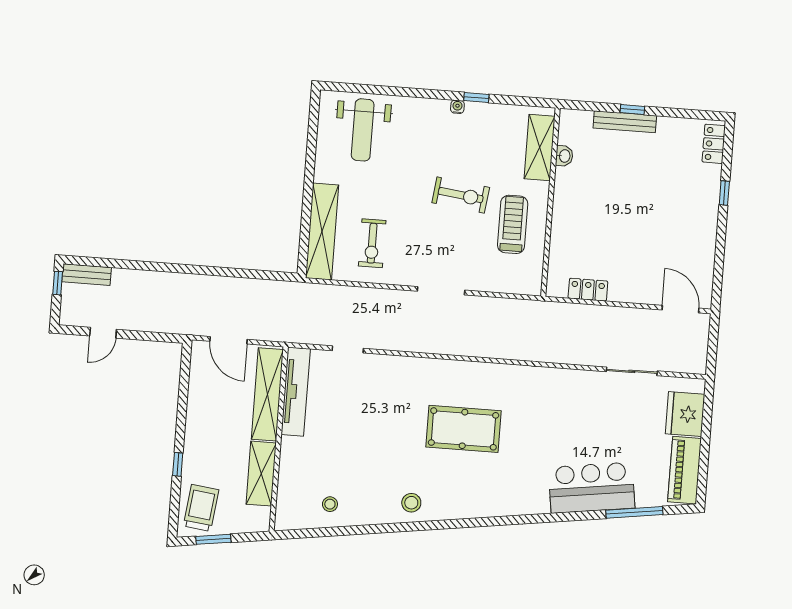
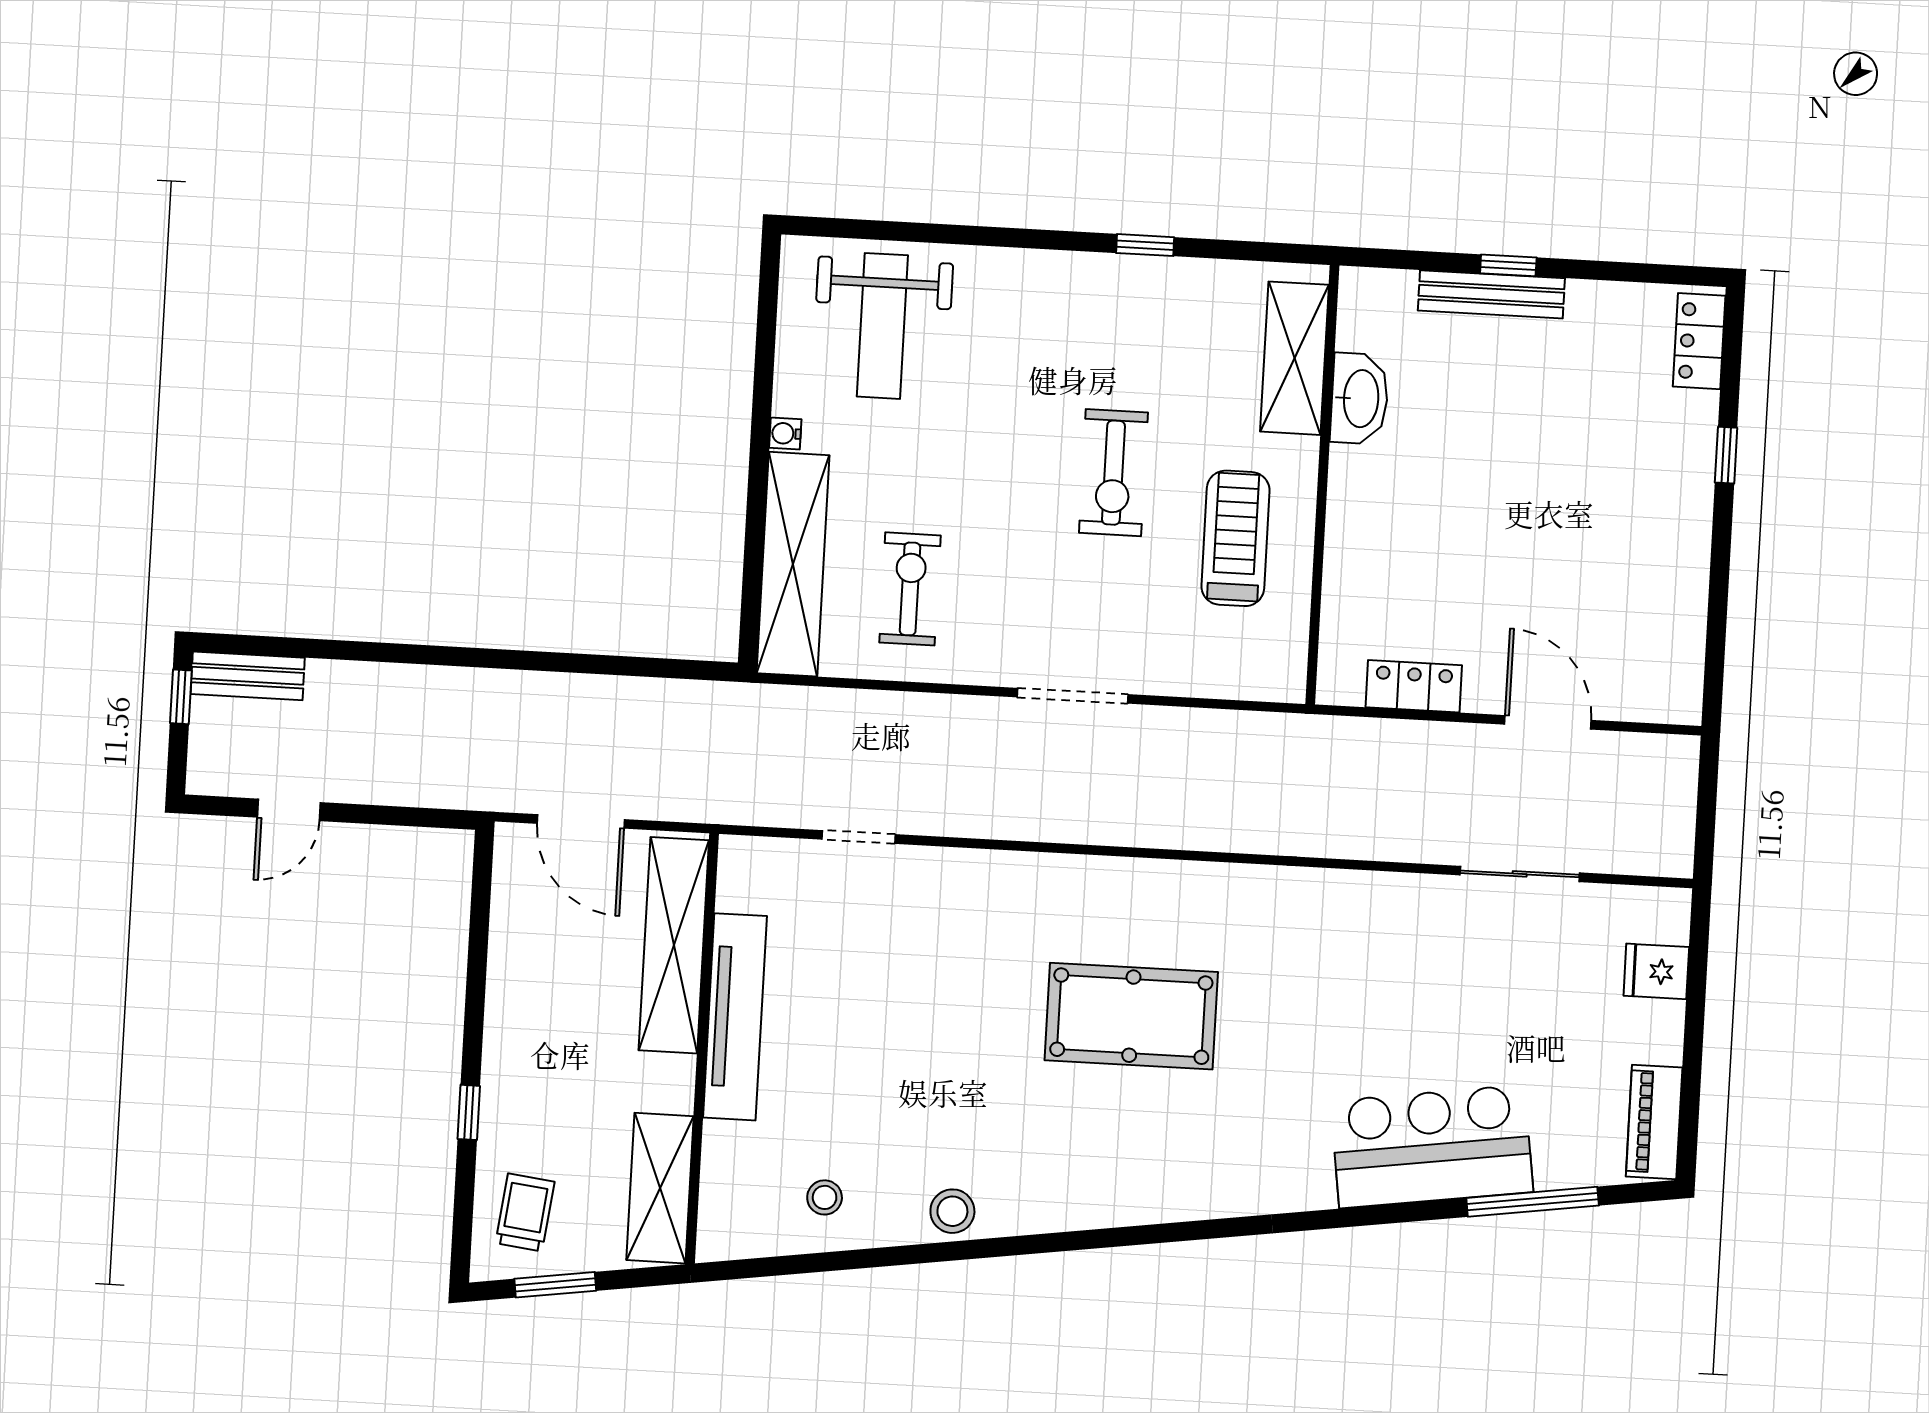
water cooler: (457, 107) -> (785, 433), moved, turned -90
washbasin: (564, 156) -> (1359, 399), width x1.91, depth x1.45
exercise bike: (461, 195) -> (1113, 473), turned 83
exercise bike: (372, 243) -> (910, 589), turned 180
door: (681, 309) -> (1548, 722), moved
tv unit: (296, 392) -> (735, 1017), moved
fridge: (685, 414) -> (1656, 971), width x0.53, depth x0.75
piano: (685, 470) -> (1654, 1122), width x0.73, depth x0.75
shelving: (261, 474) -> (660, 1188), moved
stool: (411, 503) -> (952, 1211), moved
trolley: (201, 508) -> (525, 1212), width x0.73, depth x0.72

